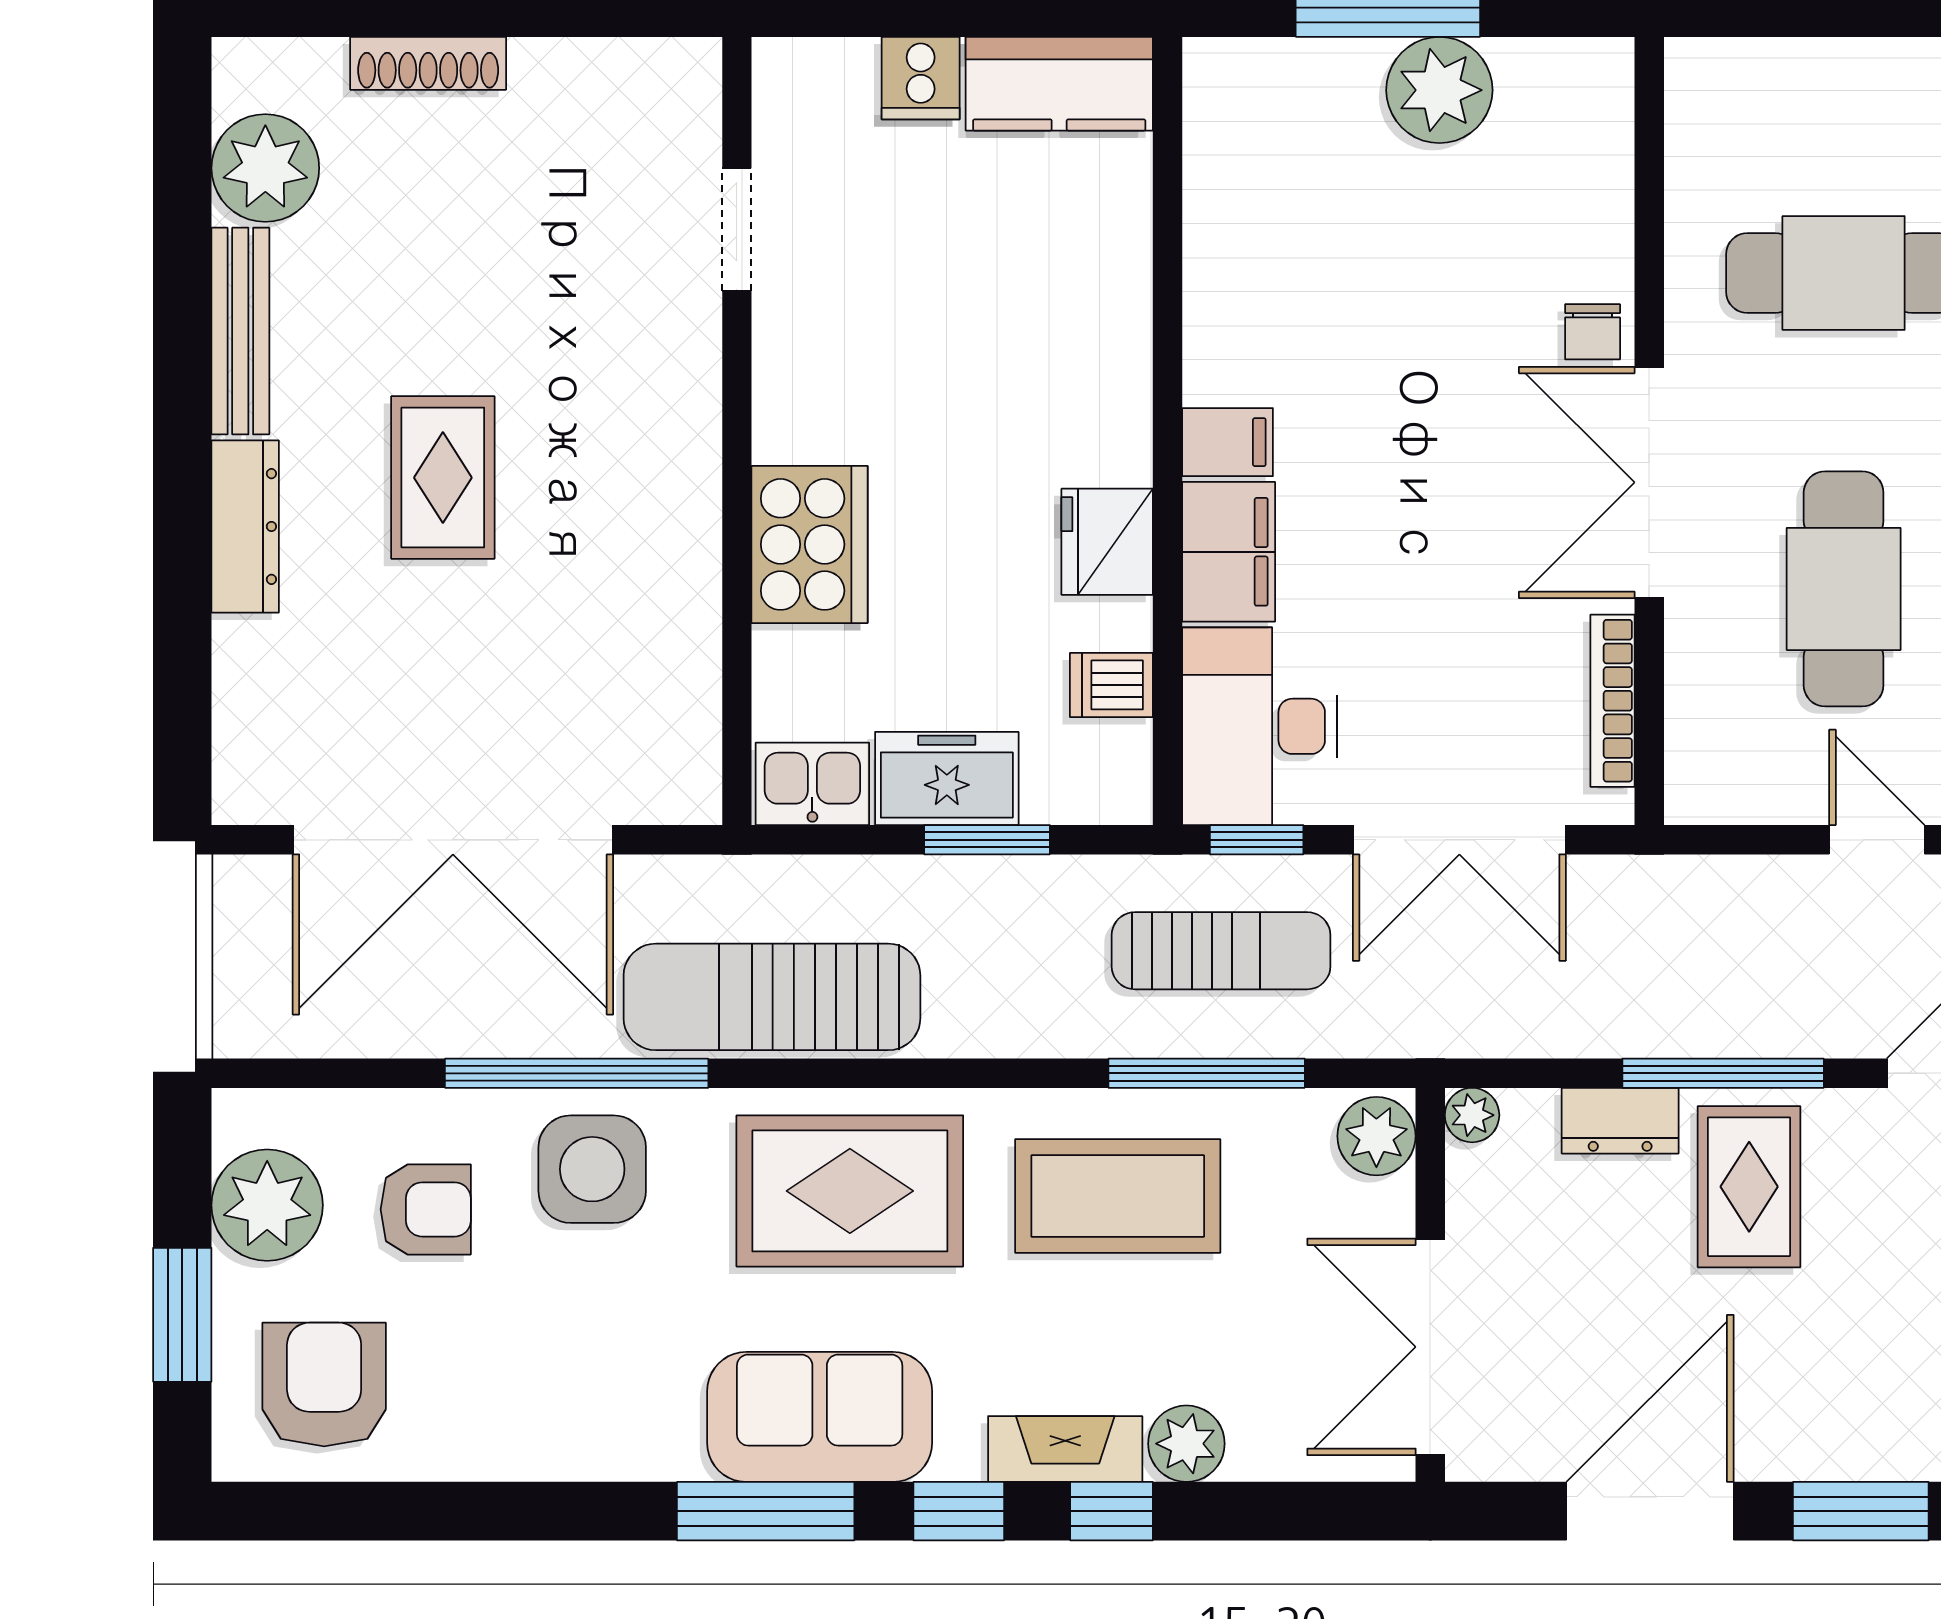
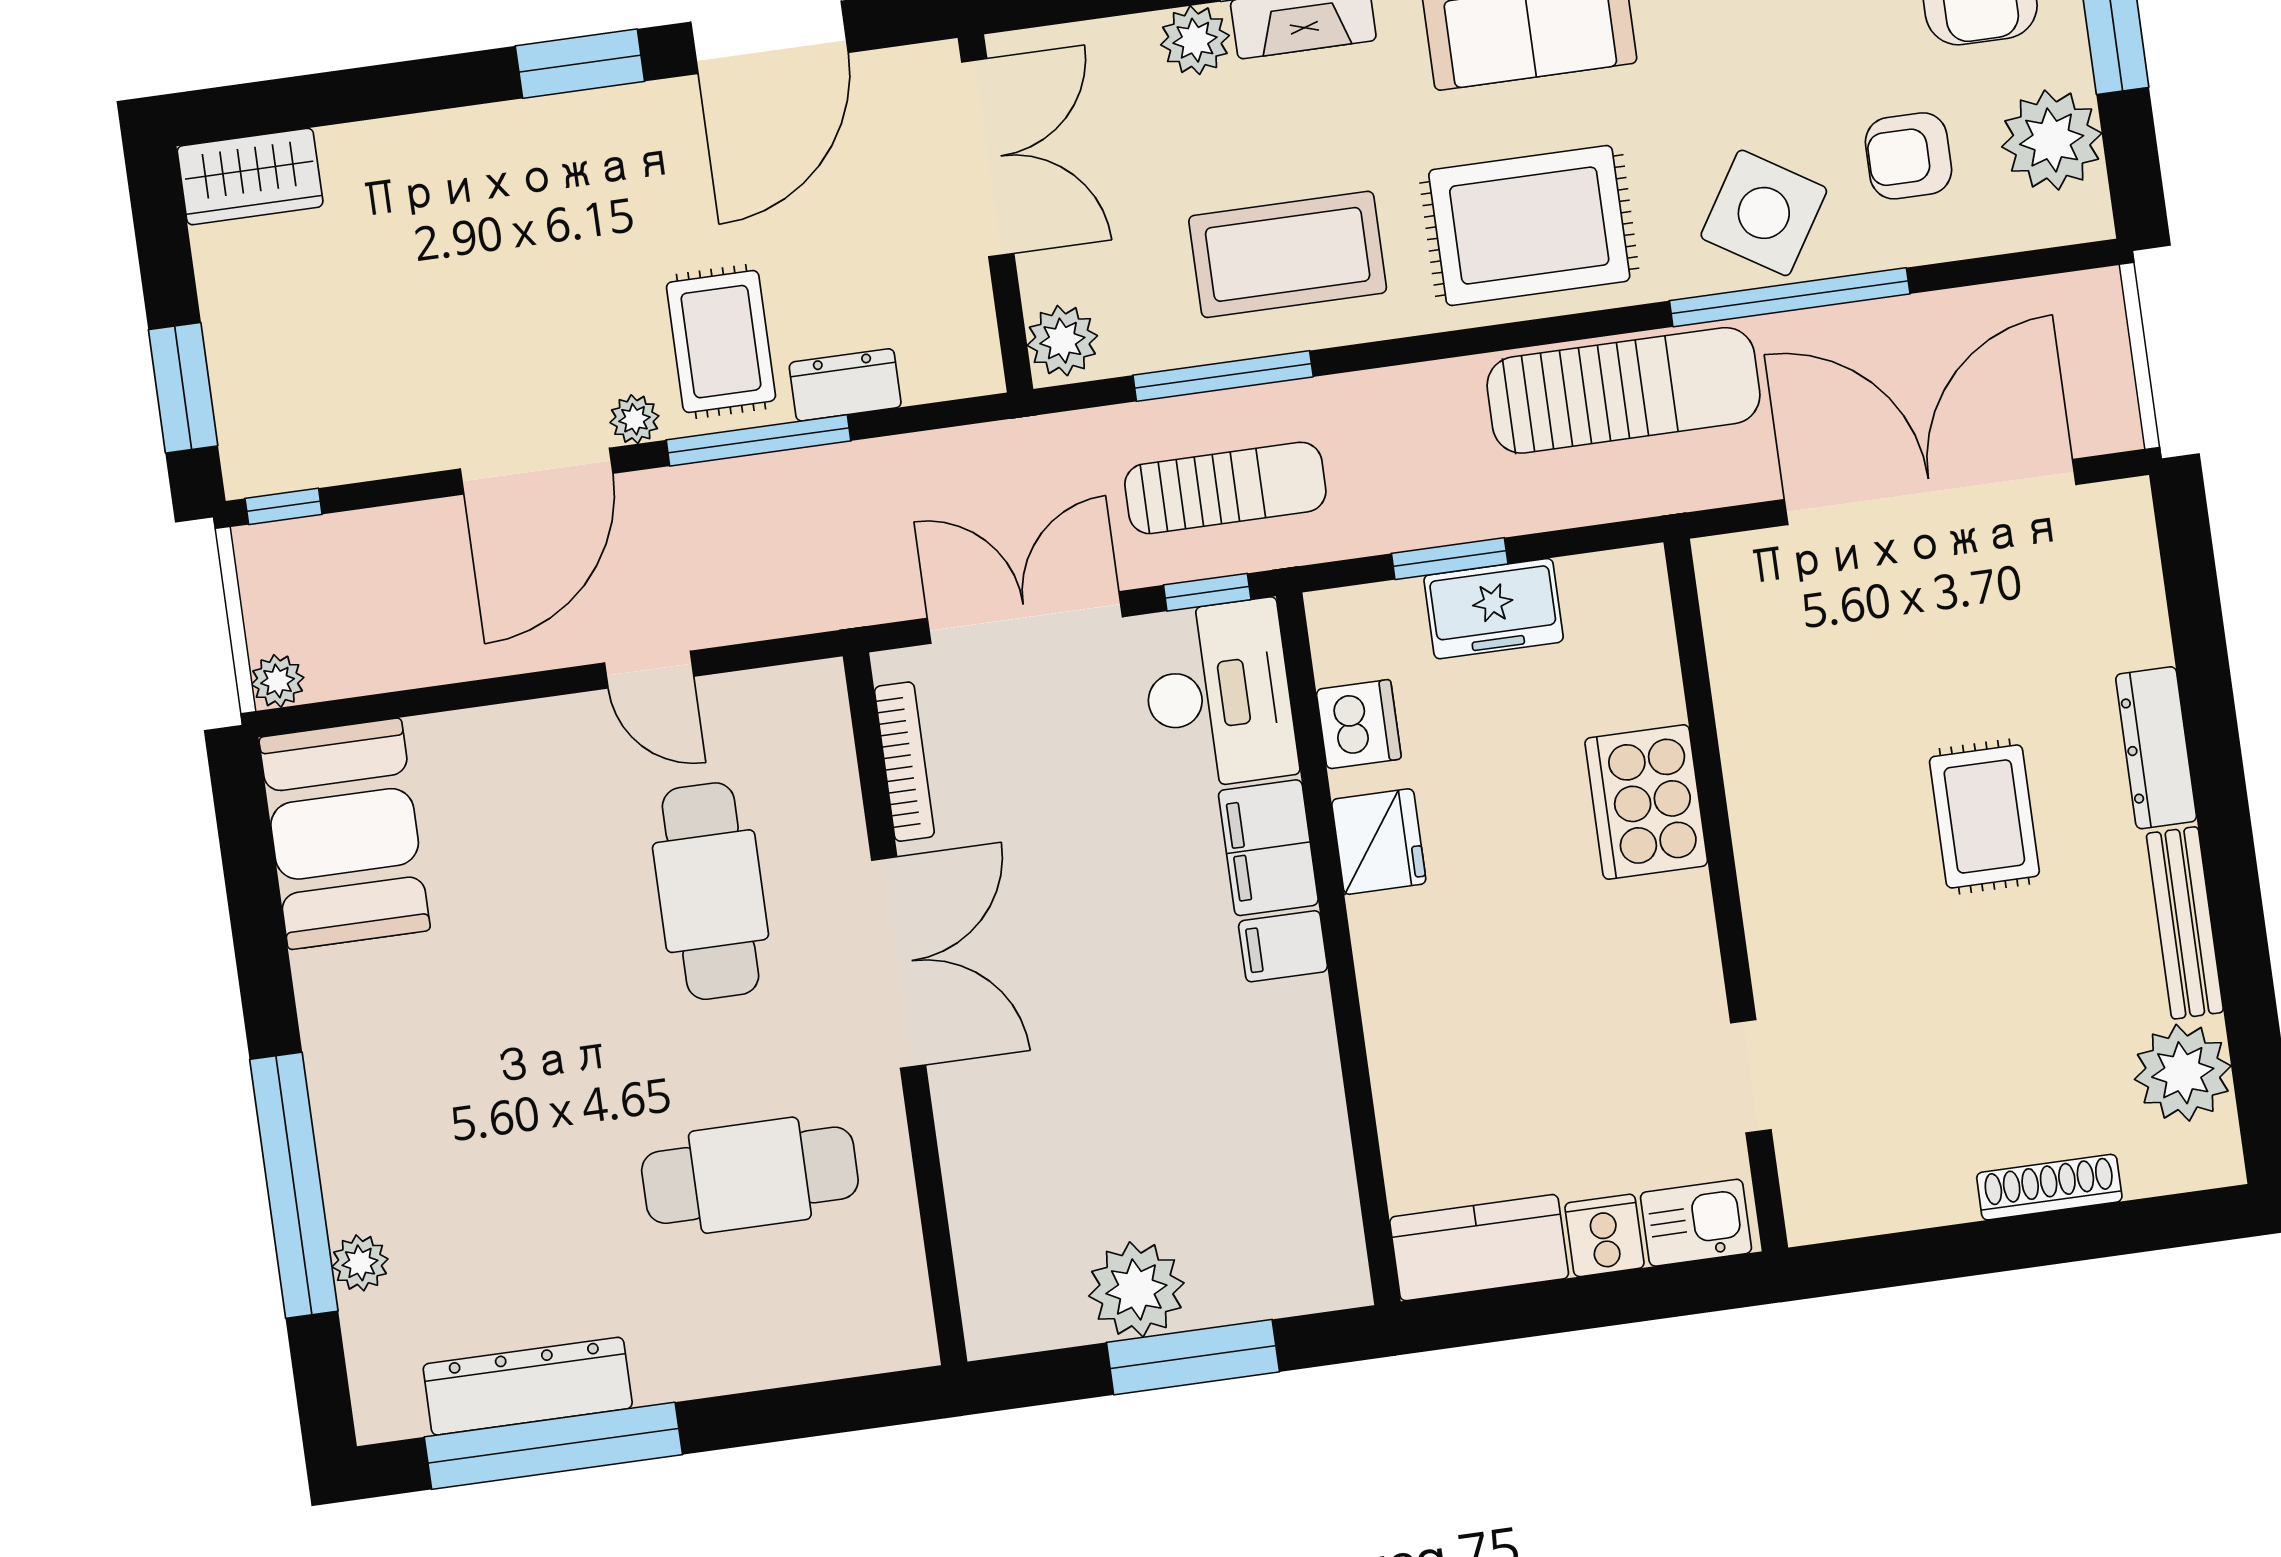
chair: (1593, 332) -> (968, 1091), removed
dishwasher: (1111, 685) -> (1359, 724), width x1.38
kitchen sink: (812, 784) -> (1696, 1223), moved, turned 180
sun lounger: (1221, 951) -> (1225, 488), turned 180
plant: (1472, 1115) -> (634, 419), moved
side table: (592, 1169) -> (1764, 213), turned 32

